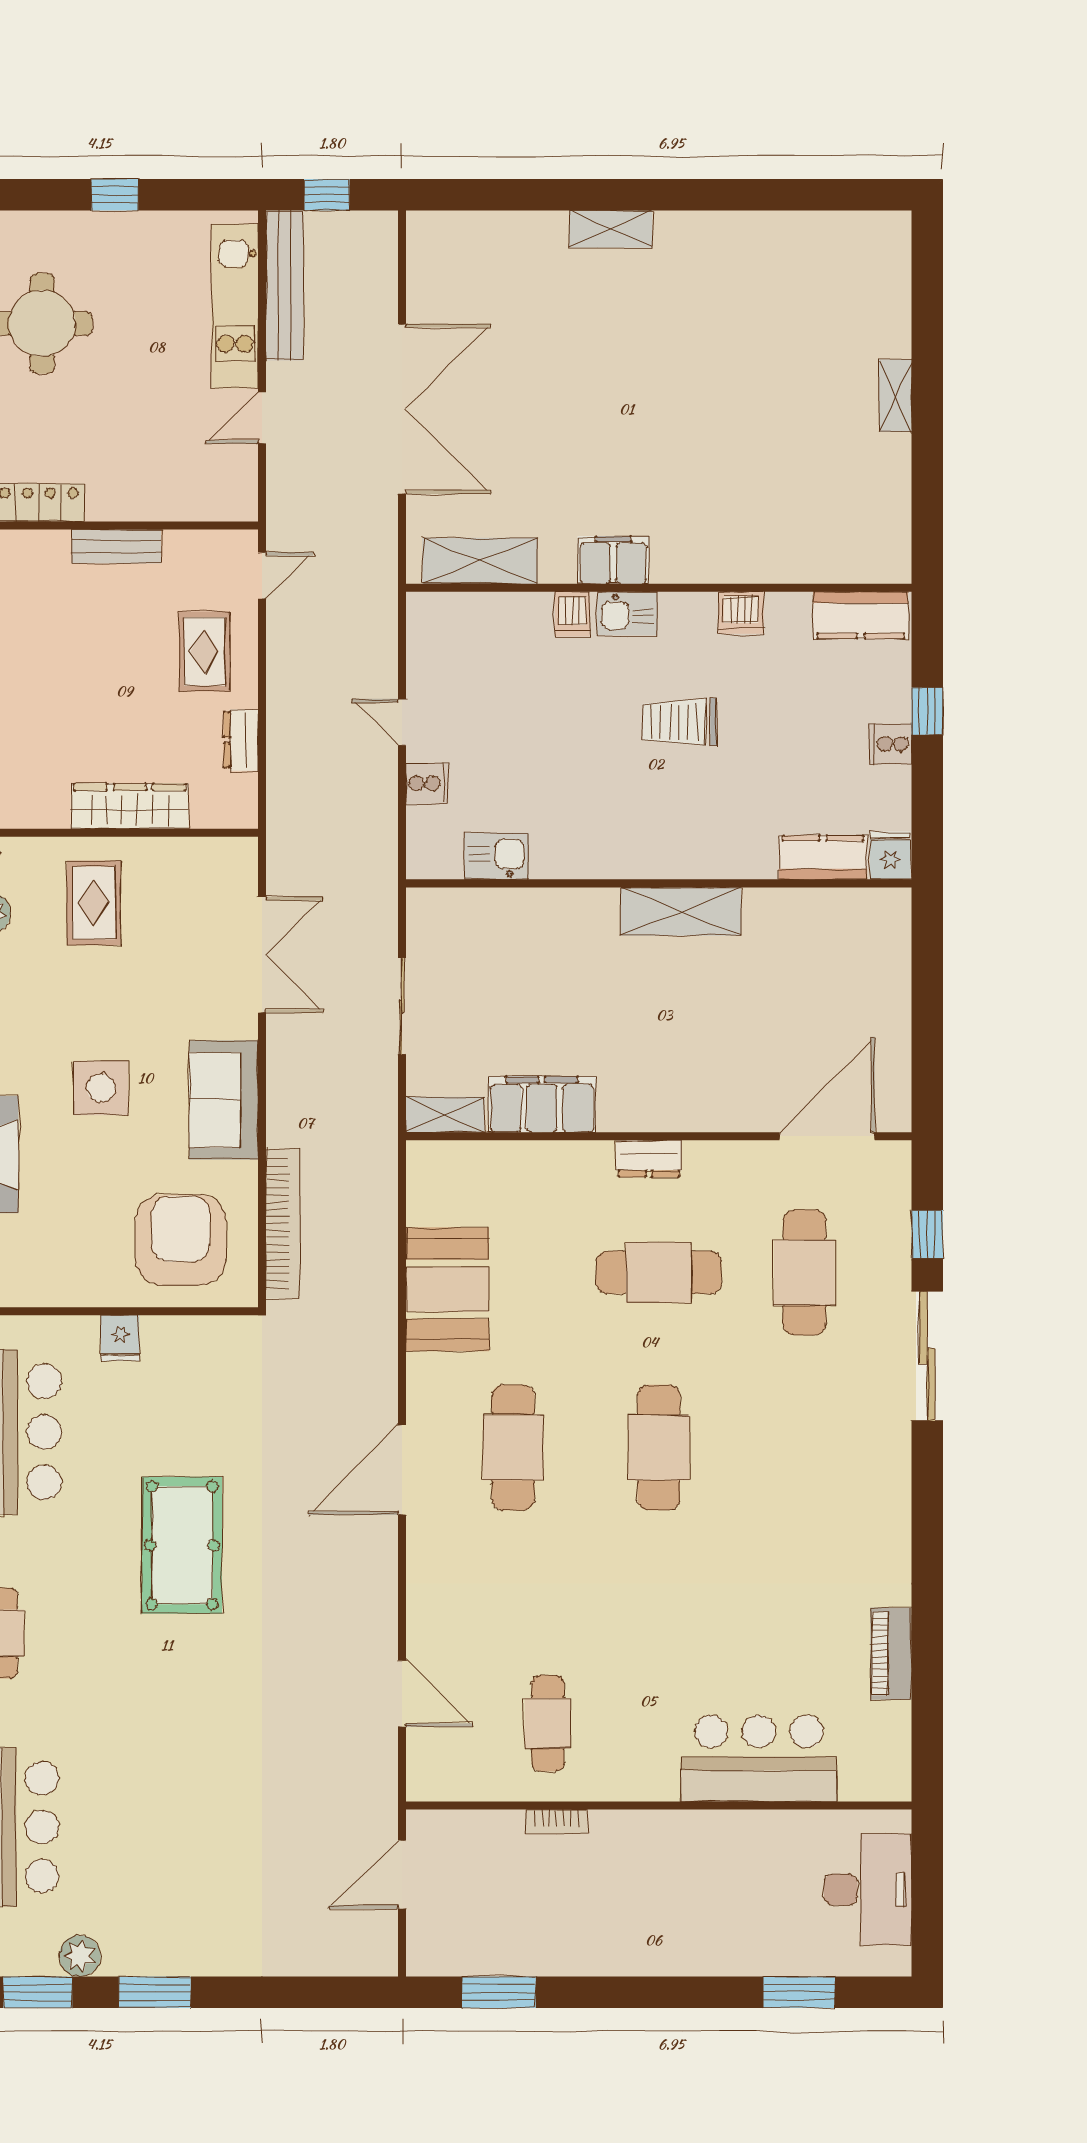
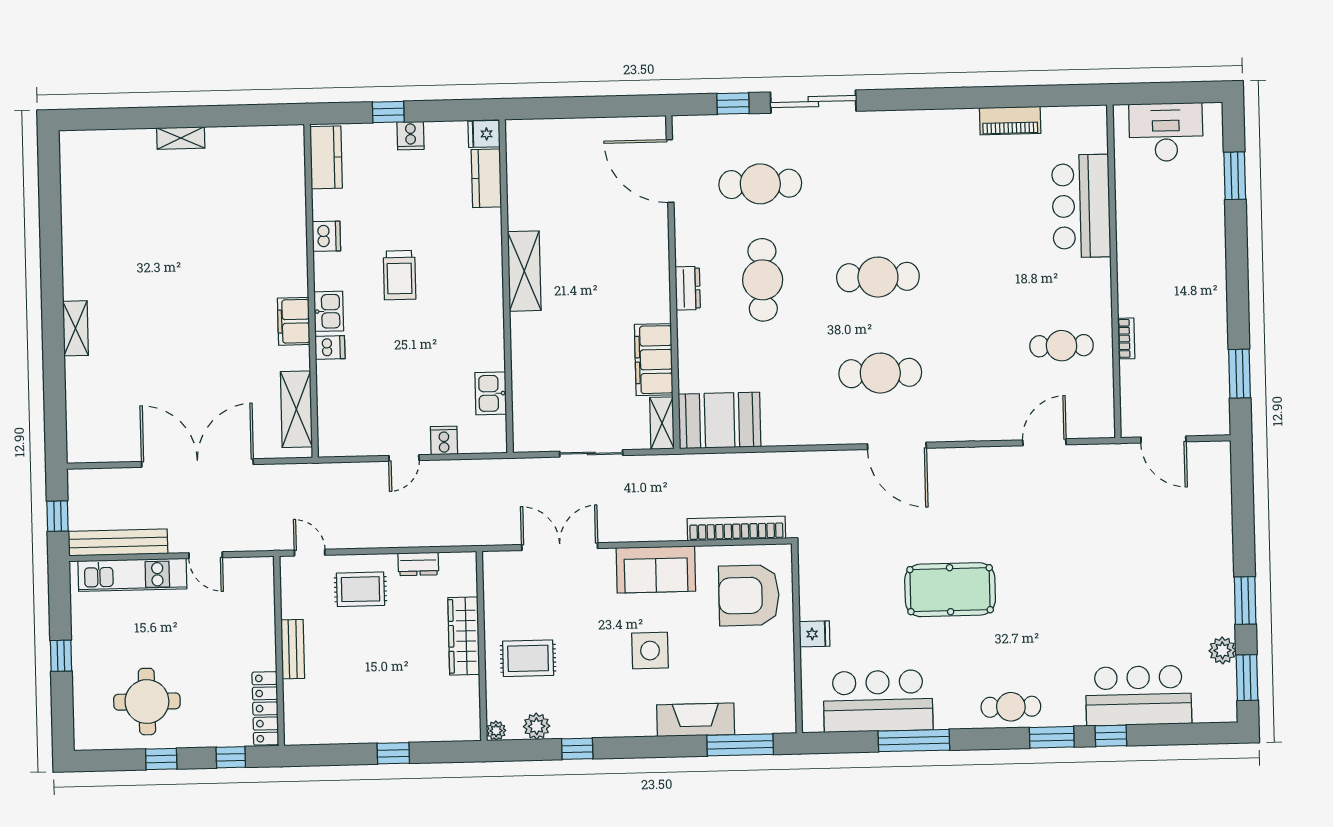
booth: (447, 1289) -> (720, 420), moved

